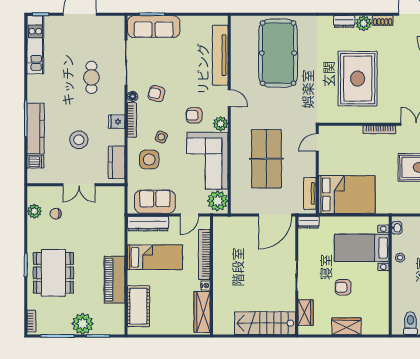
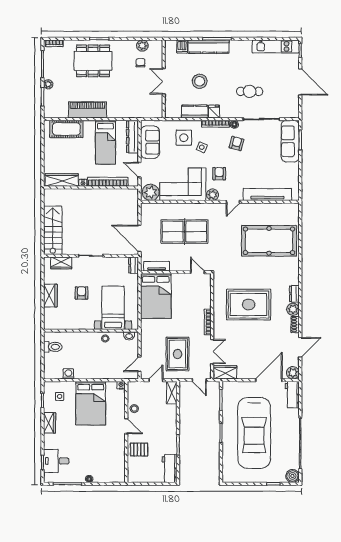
kitchen counter: (117, 162) -> (195, 111), moved
plant: (83, 324) -> (48, 84), width x0.53, depth x0.53

